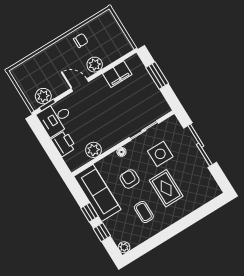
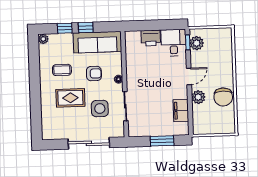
chair: (81, 40) -> (223, 97), width x1.87, depth x1.87
plant: (93, 150) -> (132, 58), removed

